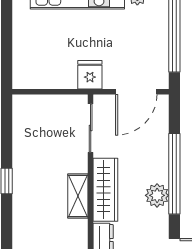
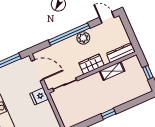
wardrobe: (105, 190) -> (92, 64), width x0.67
shelving: (78, 196) -> (112, 71), moved

